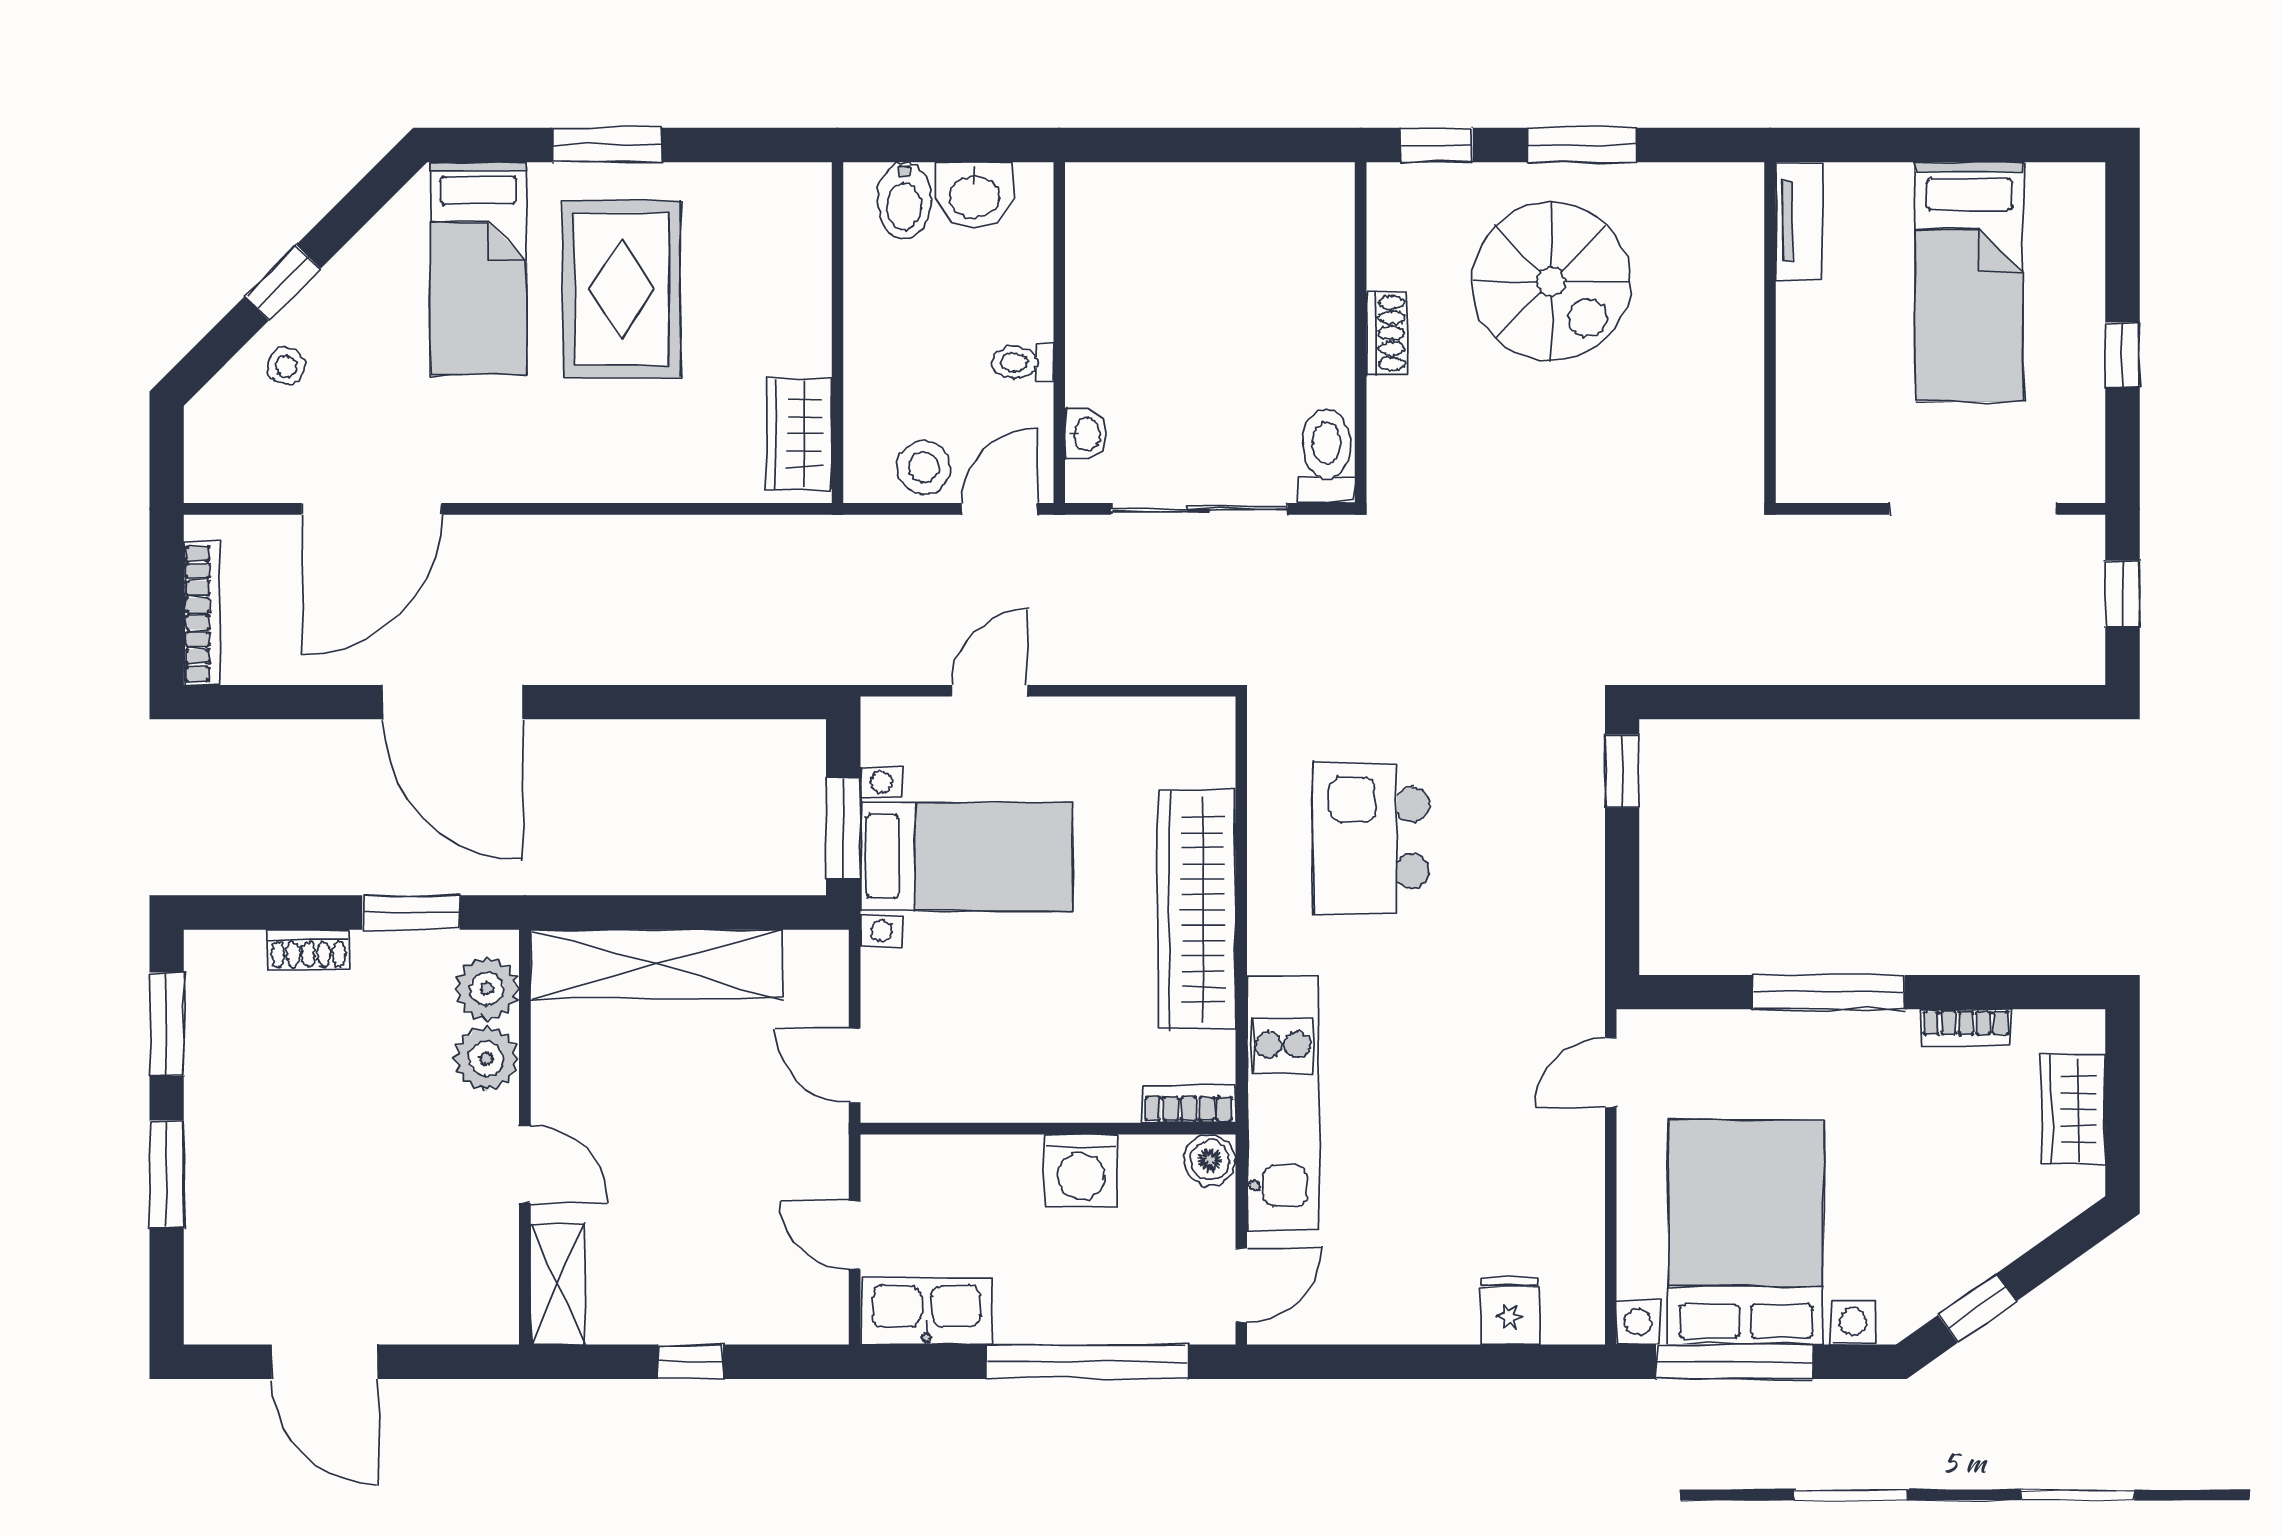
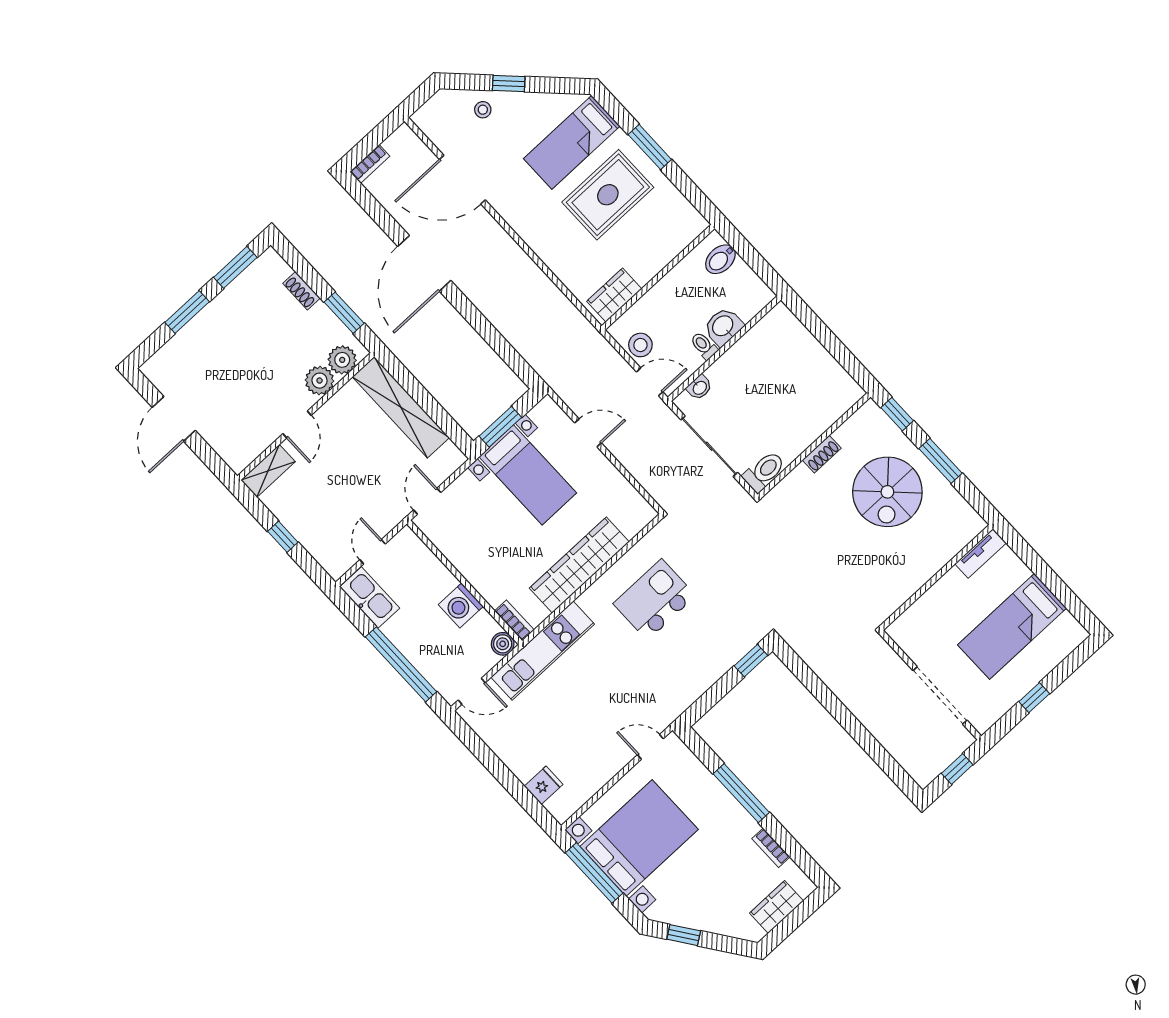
washbasin: (974, 195) -> (723, 326), moved, turned 90
bookcase: (202, 614) -> (370, 164), width x0.64

